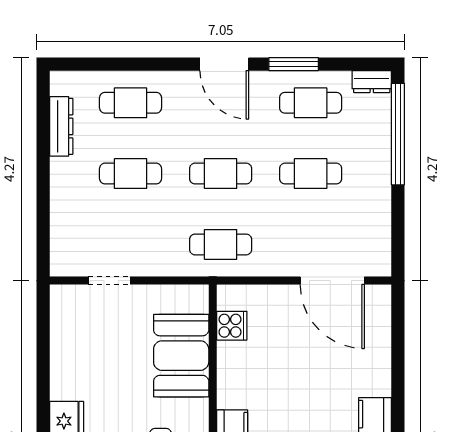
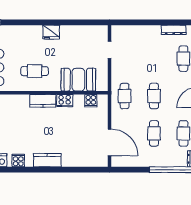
cafe table: (131, 174) -> (154, 59), removed
door: (332, 281) -> (110, 142), swing flipped
cooker: (232, 389) -> (65, 101), added

